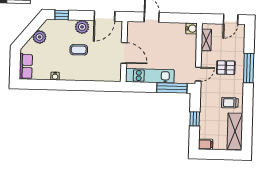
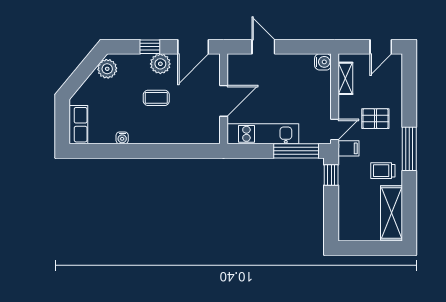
window: (62, 15) -> (150, 47), moved
plant: (40, 37) -> (107, 69), moved
door: (124, 53) -> (224, 101), hinge flipped
window: (249, 68) -> (409, 149), moved
window: (195, 119) -> (331, 175), moved
filing cabinet: (206, 144) -> (348, 148), moved

